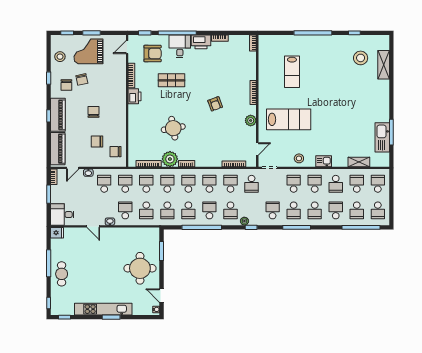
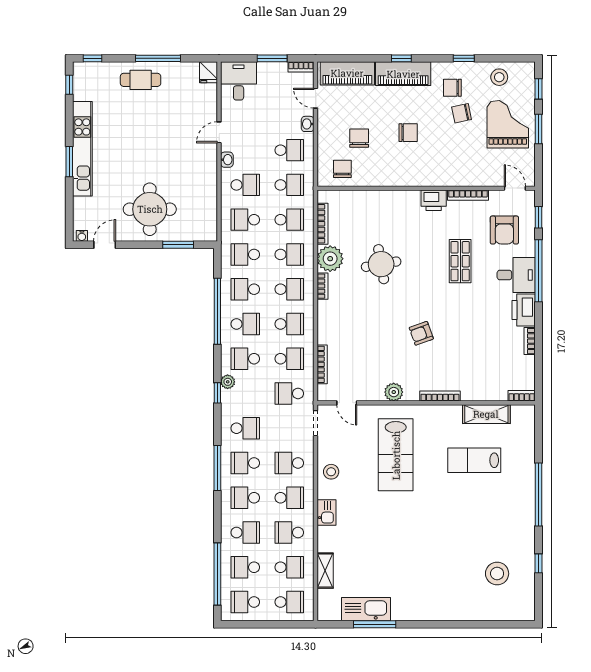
shelving: (384, 65) -> (486, 414), moved
school desk: (294, 184) -> (289, 463), turned 180

